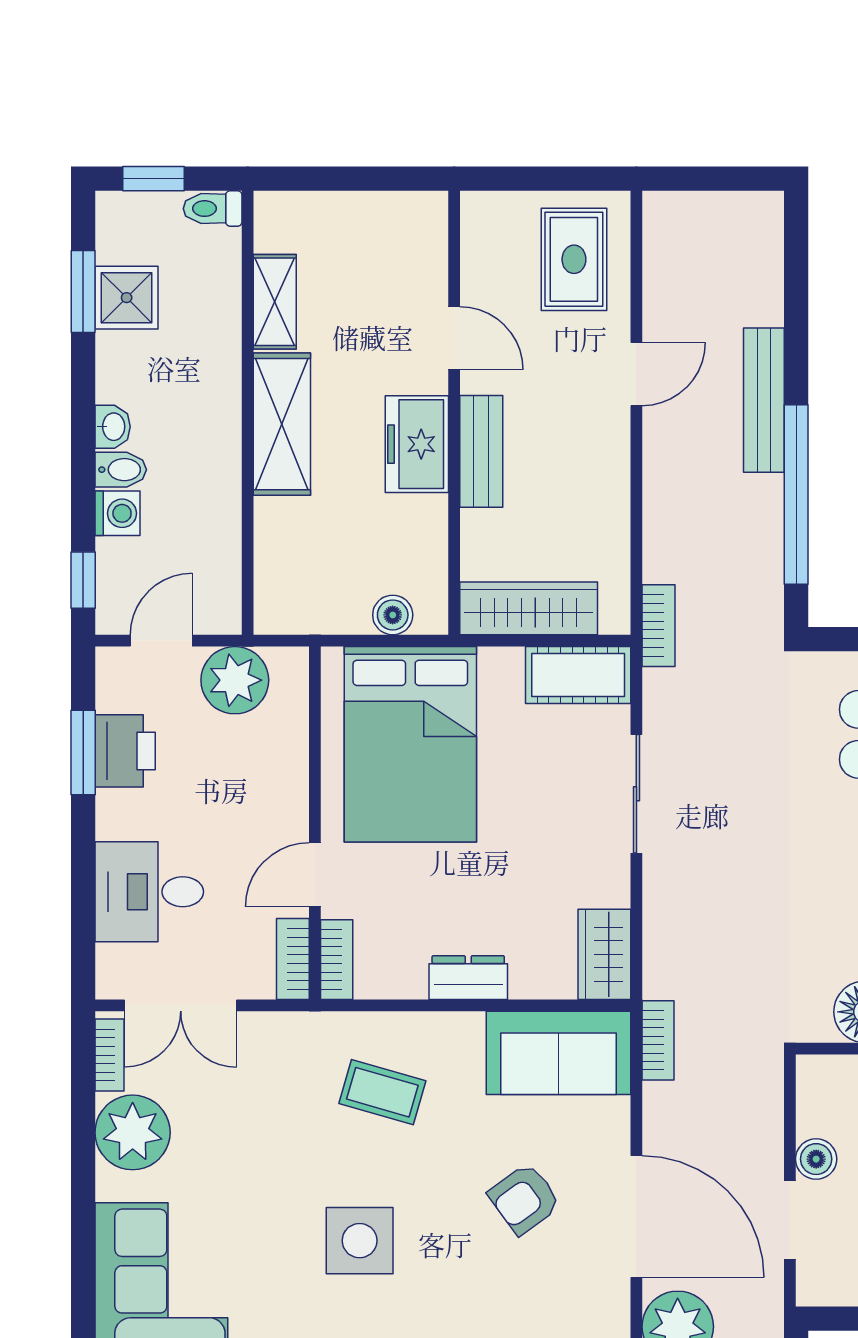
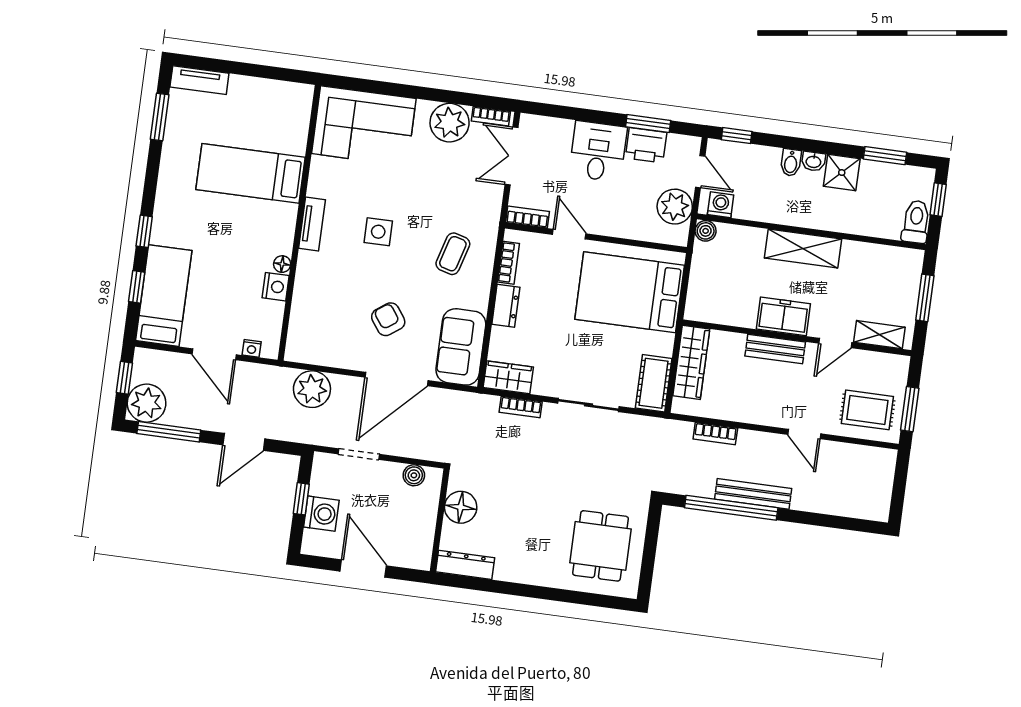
window: (345, 179) -> (925, 298), added
window: (561, 179) -> (910, 409), added
toilet: (213, 209) -> (916, 222), width x1.37, depth x1.39
shower: (127, 298) -> (842, 172), moved
shelving: (275, 302) -> (879, 335), moved
bench: (764, 400) -> (753, 494), moved
washing machine: (118, 513) -> (721, 205), moved, turned 180
boiler: (393, 615) -> (706, 231), moved
bookcase: (659, 626) -> (715, 434), moved
desk: (149, 892) -> (598, 151), moved
bookcase: (337, 960) -> (508, 263), moved, turned -90
bookcase: (658, 1040) -> (521, 407), moved
boiler: (816, 1159) -> (414, 475), moved
door: (636, 1217) -> (396, 379), moved
side table: (360, 1241) -> (378, 232), width x0.73, depth x0.73

